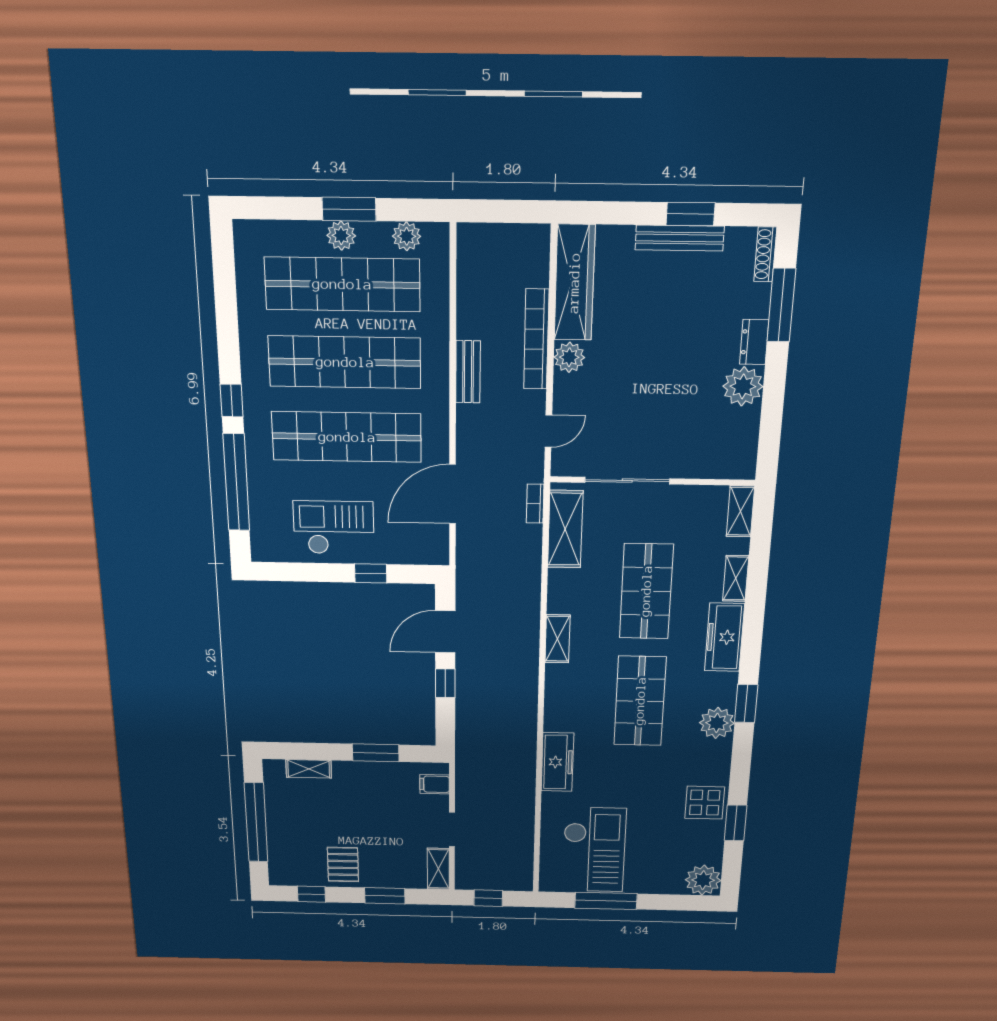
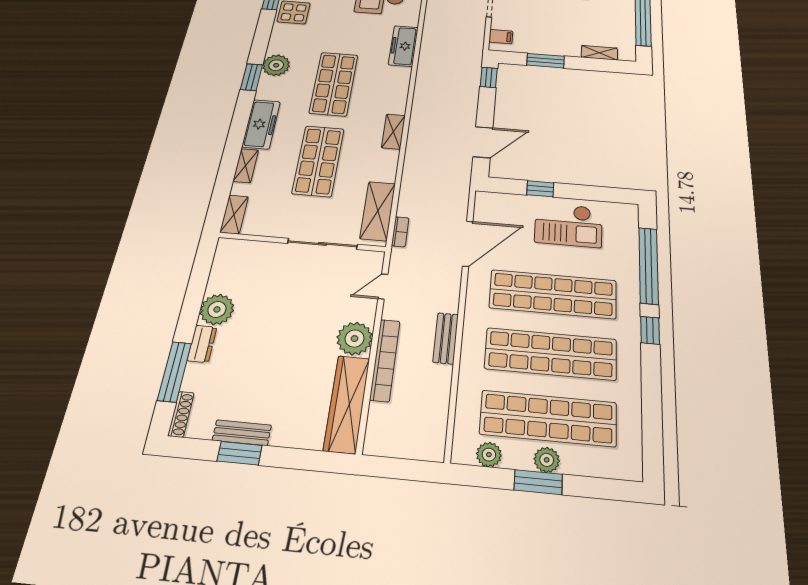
bench: (680, 238) -> (242, 433), width x0.73
plant: (569, 357) -> (355, 339), width x1.36, depth x1.36
window: (445, 683) -> (489, 77), moved

